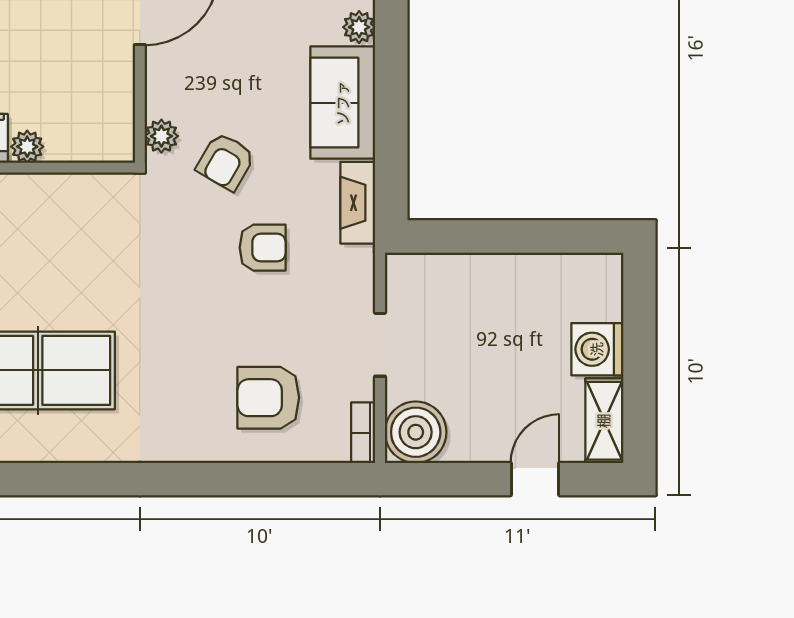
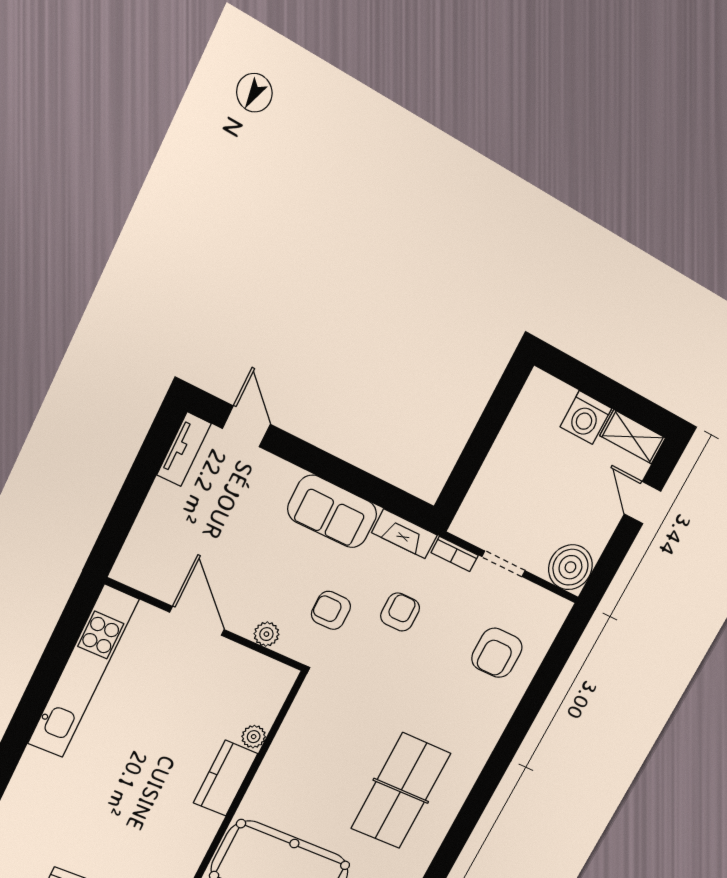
plant: (359, 27) -> (286, 475), removed
plant: (161, 136) -> (266, 634), moved
armchair: (226, 162) -> (331, 610), turned 150
bookcase: (363, 433) -> (455, 554), moved

